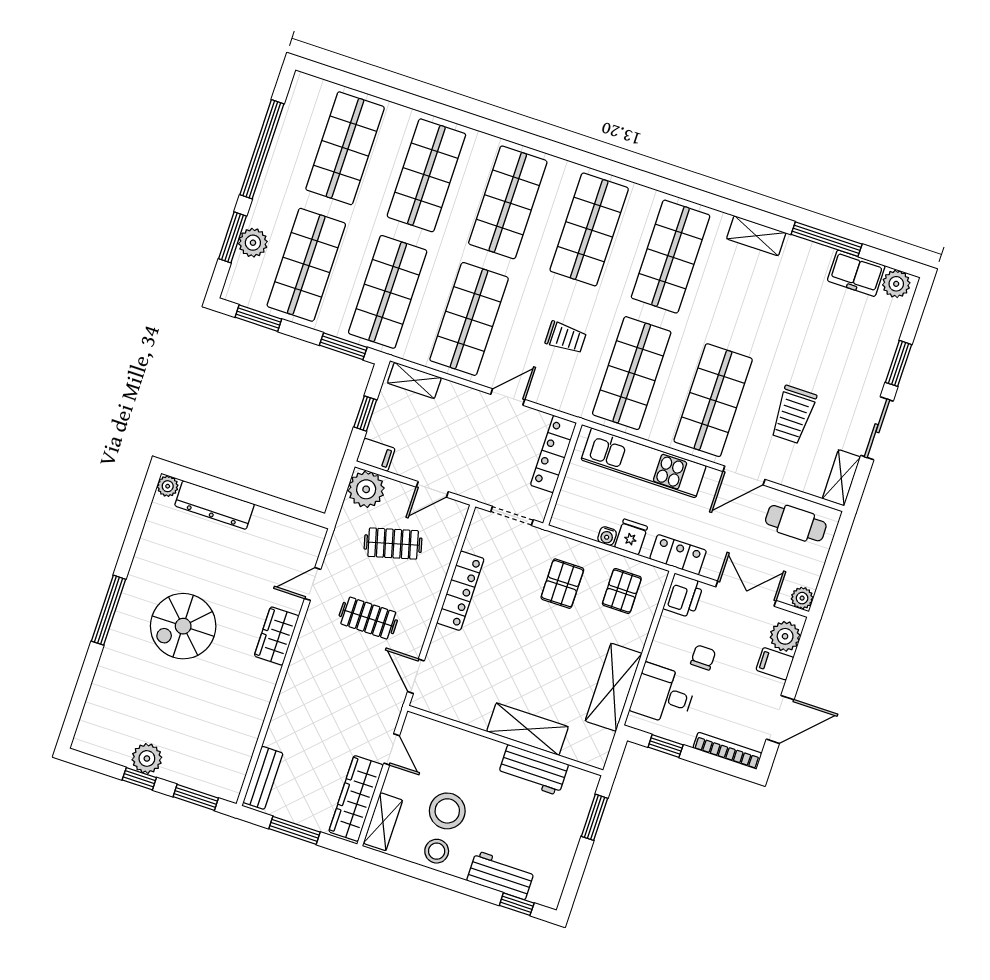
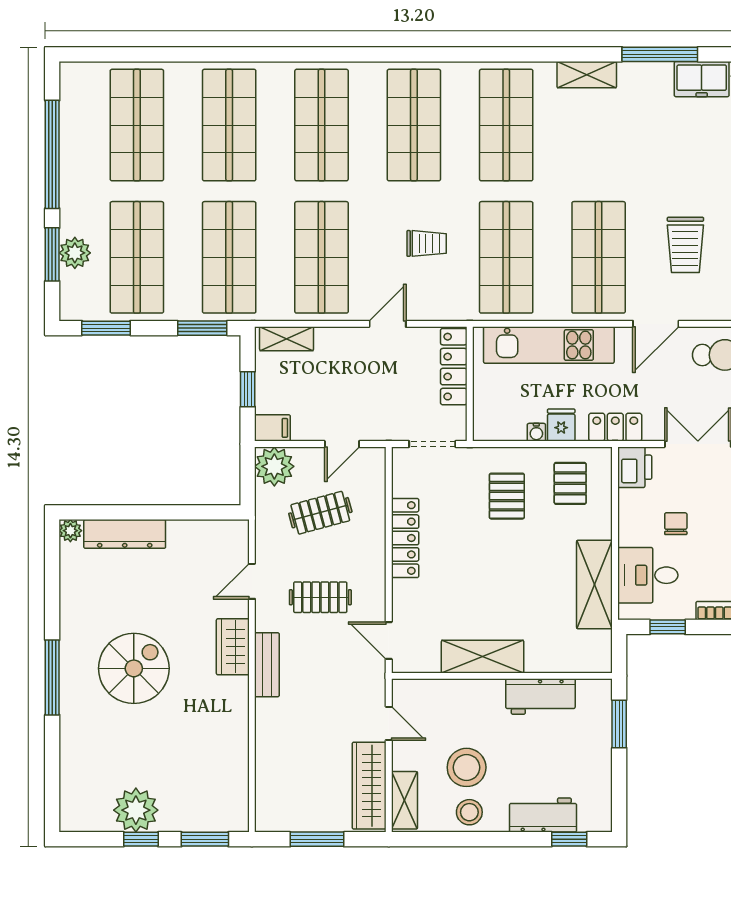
spiral stairs: (183, 626) -> (134, 668), turned 180
shelving: (528, 729) -> (483, 657), moved
plant: (147, 758) -> (136, 810), width x1.36, depth x1.36
bench: (263, 778) -> (267, 665), moved

